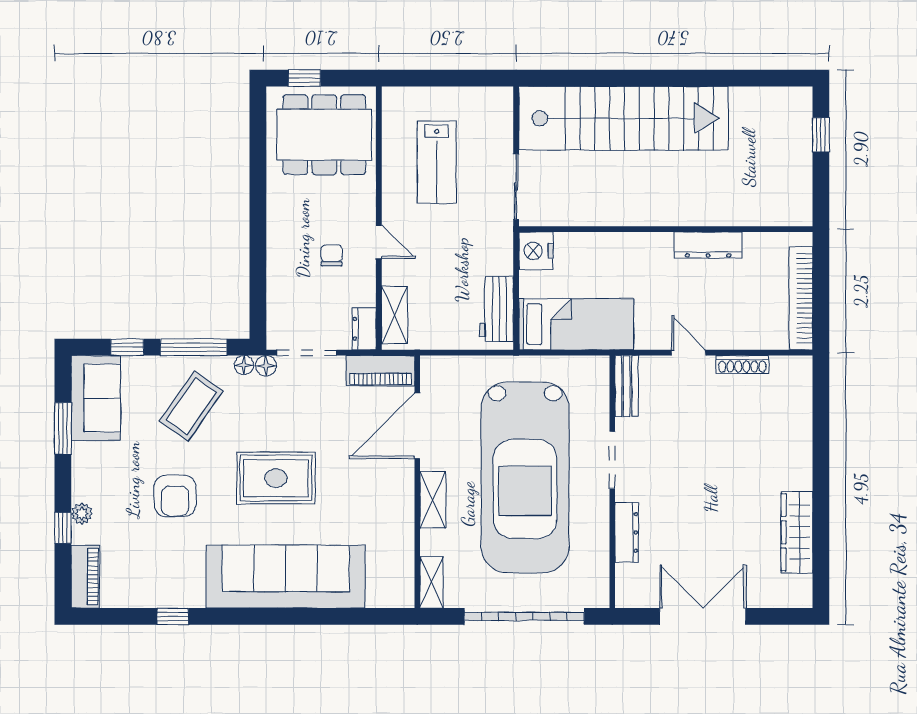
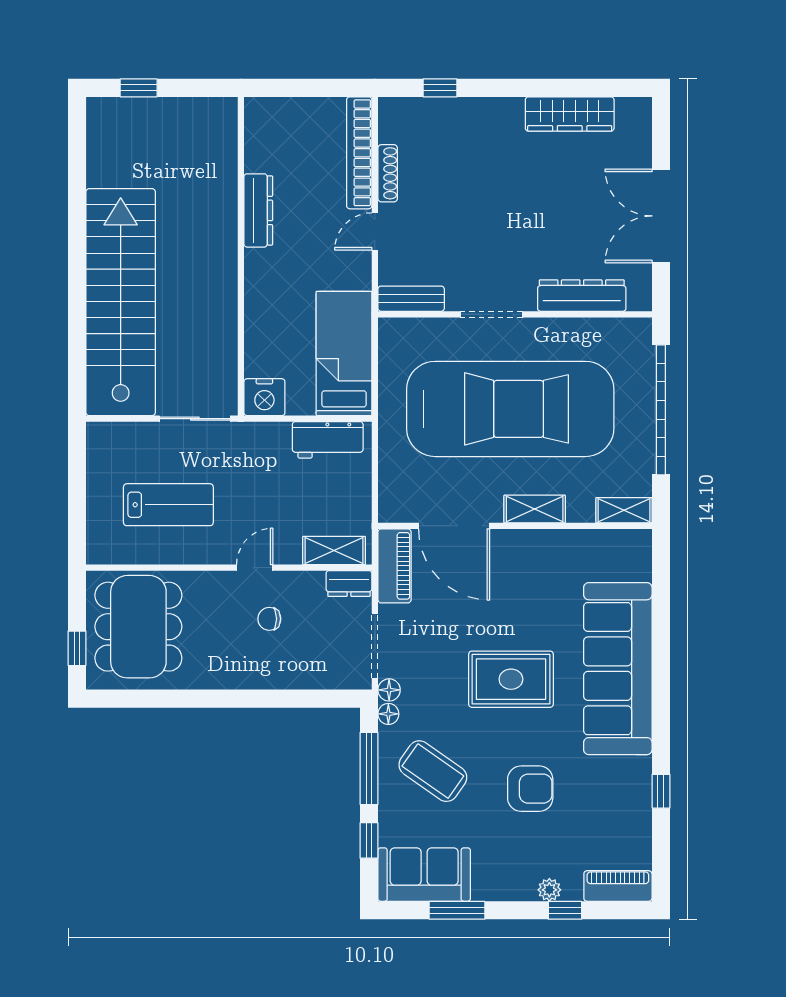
bookcase: (801, 298) -> (359, 153), moved, turned 90
window: (821, 413) -> (440, 88), added
rug: (276, 478) -> (511, 679), turned 90
dresser: (627, 532) -> (582, 296), width x1.37, depth x1.24

